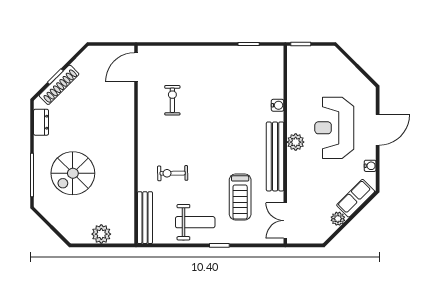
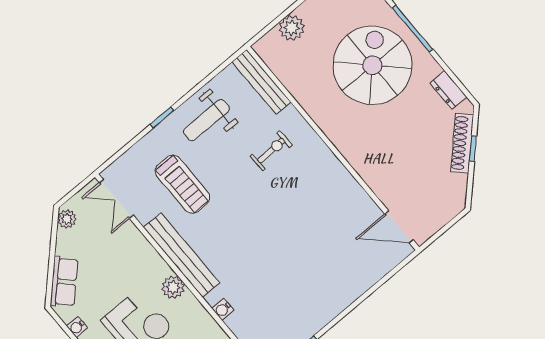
door: (136, 67) -> (399, 227), swing flipped
exercise bike: (172, 100) -> (334, 224), removed
spiral stairs: (73, 173) -> (372, 65), width x1.37, depth x1.37
treadmill: (240, 197) -> (182, 184), turned 180
plant: (338, 219) -> (67, 219), moved
double door: (285, 221) -> (116, 199), swing flipped

